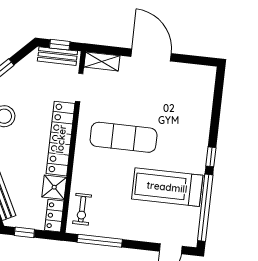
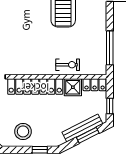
exercise mat: (124, 137) -> (29, 39), removed
exercise bike: (82, 209) -> (68, 65), moved

